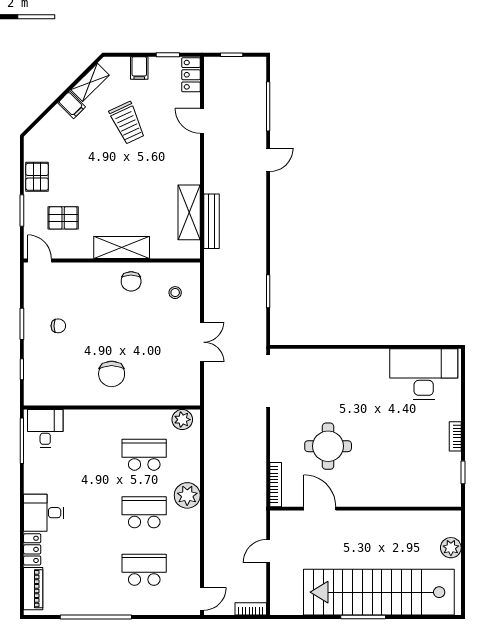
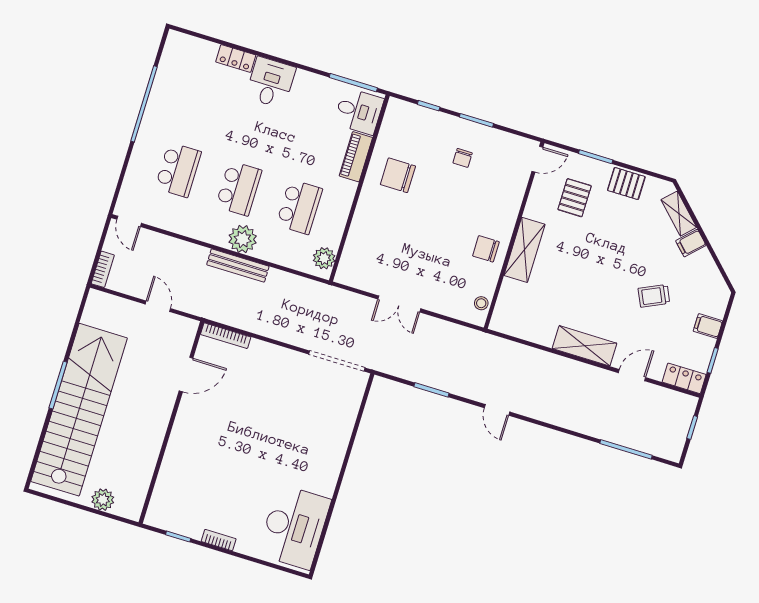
shelving: (90, 82) -> (679, 214), moved
trolley: (127, 123) -> (654, 296), width x0.73, depth x0.72
door: (268, 160) -> (497, 410), moved
shelving: (189, 212) -> (585, 346), moved
bench: (212, 221) -> (238, 266), moved
stool: (175, 293) -> (481, 303), moved
chair: (112, 374) -> (398, 175), moved
round table: (328, 446) -> (249, 403), removed
piano: (33, 589) -> (356, 157), moved, turned 90

